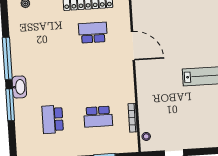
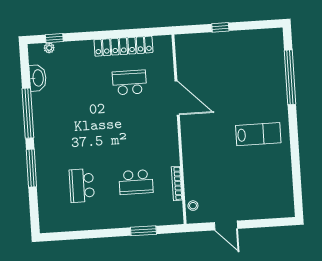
washbasin: (19, 87) -> (38, 78), moved

